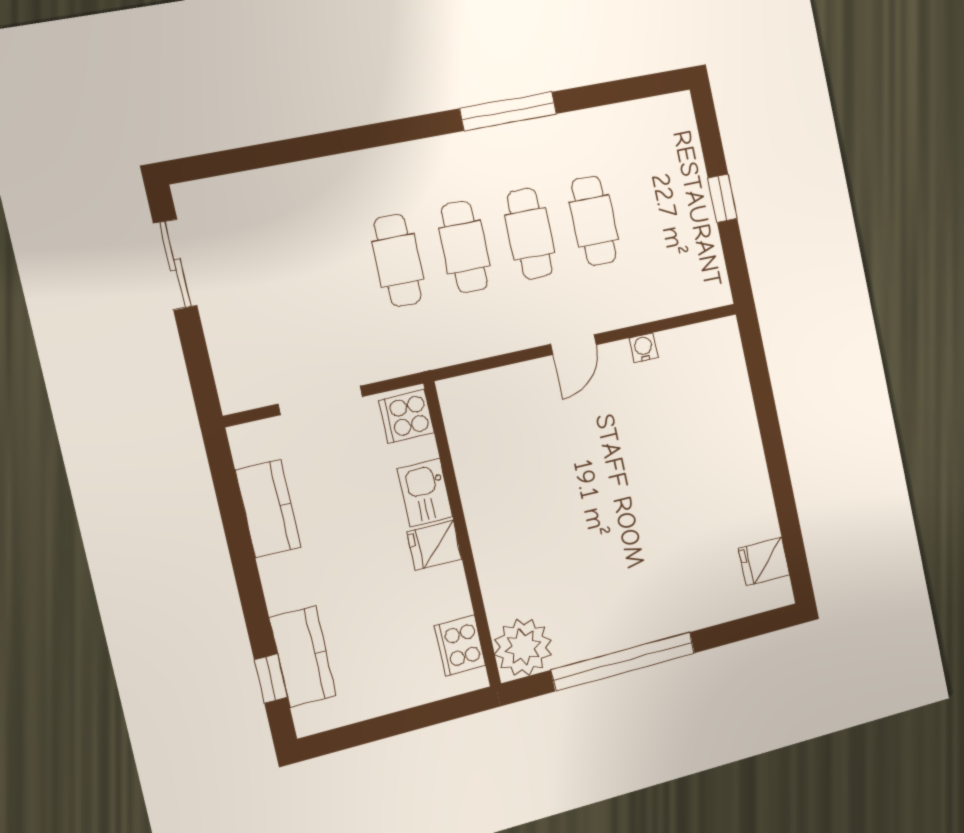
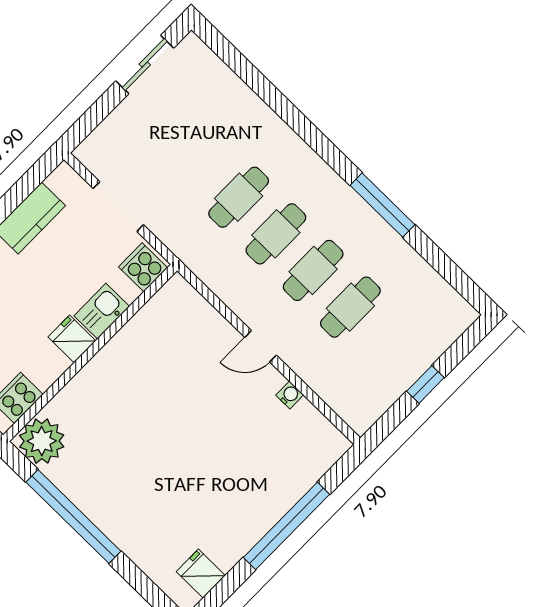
window: (772, 440) -> (286, 526), added

